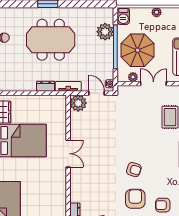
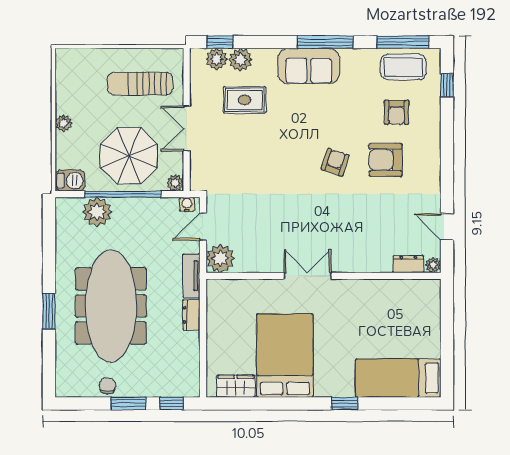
meeting table: (51, 40) -> (111, 306), width x1.36
plant: (133, 77) -> (175, 183), moved

